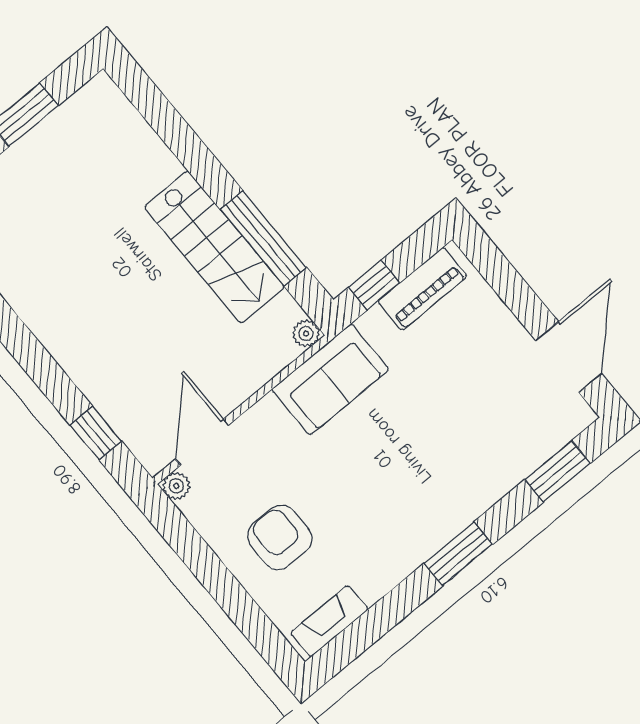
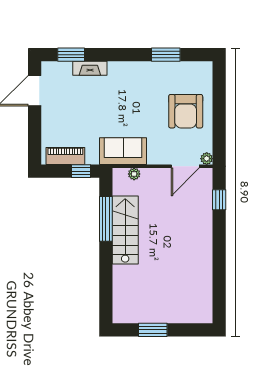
plant: (306, 334) -> (134, 174), moved
armchair: (280, 537) -> (186, 111), width x1.36, depth x1.36
window: (458, 554) -> (166, 55), moved
fireplace: (329, 621) -> (90, 68), moved

